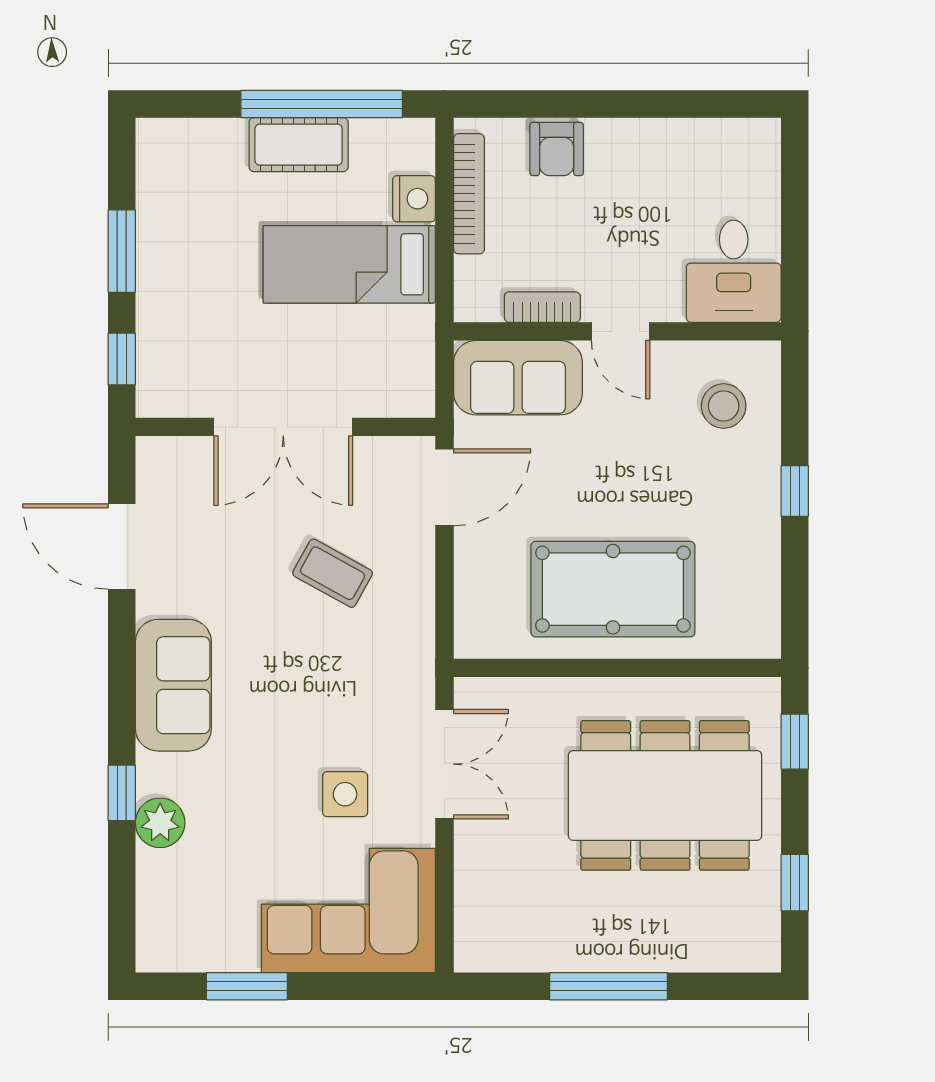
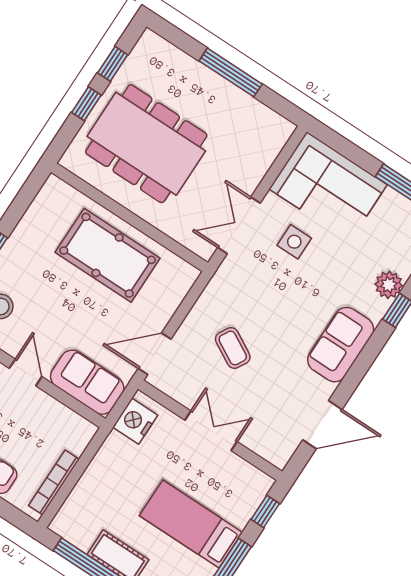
nightstand: (414, 199) -> (135, 421), moved, width x1.36, depth x1.33
bed: (349, 264) -> (191, 524), moved, turned 180
bookcase: (542, 307) -> (54, 408), removed
double door: (283, 427) -> (211, 431), width x0.73
door: (122, 546) -> (322, 425), hinge flipped
window: (795, 742) -> (86, 104), moved

